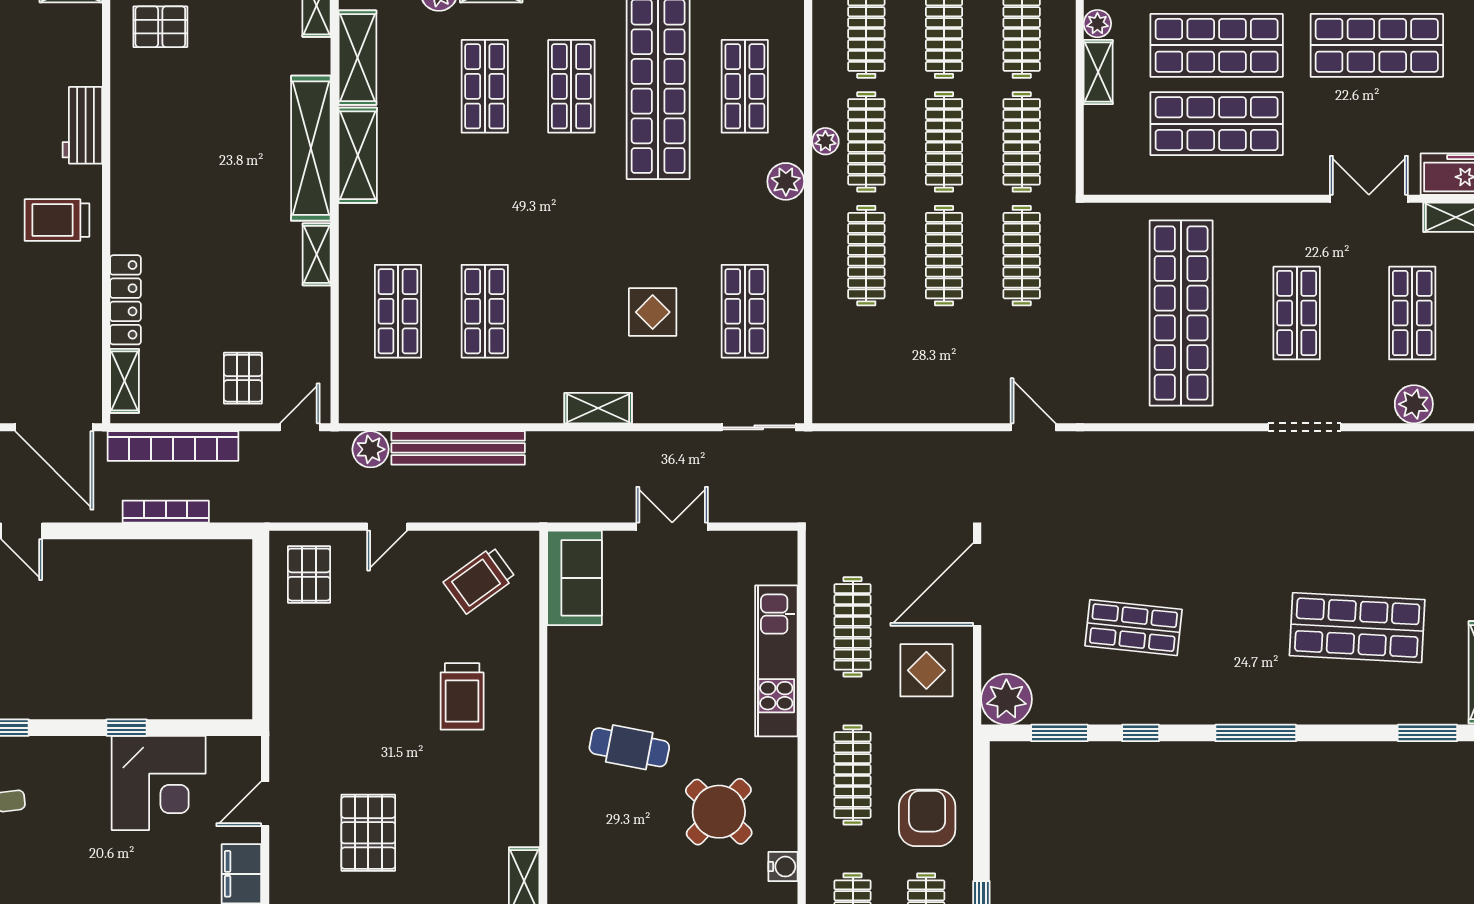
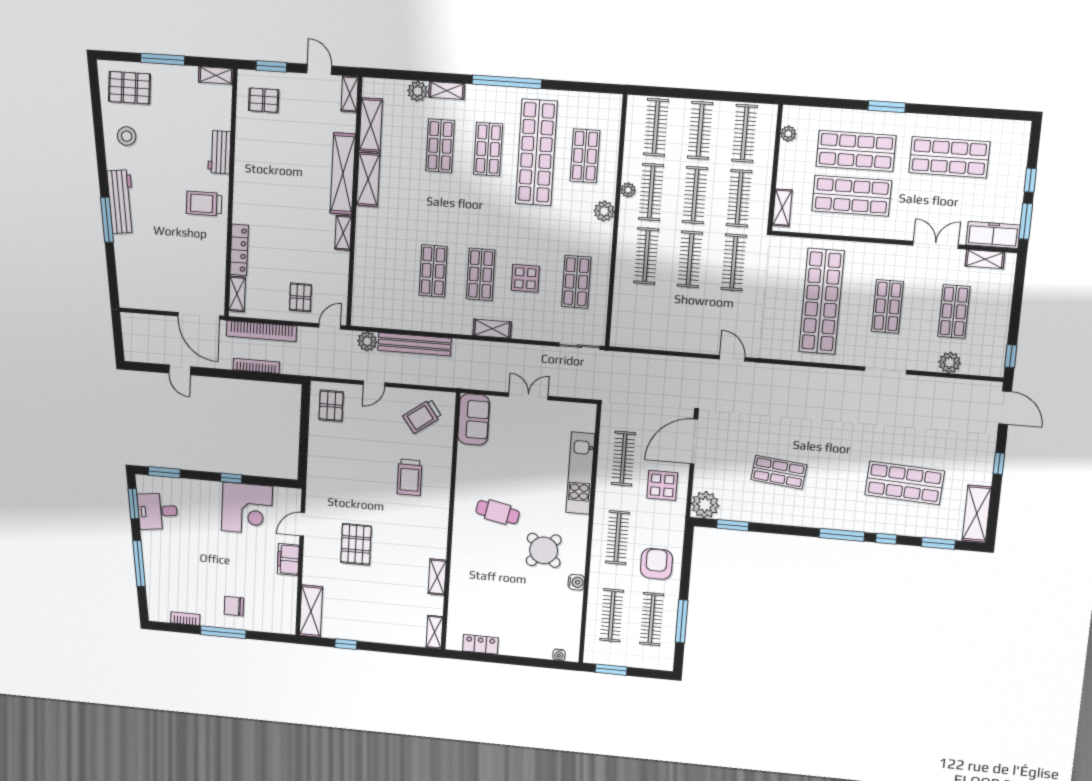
shelving: (1098, 72) -> (782, 208), moved
shop shelf: (398, 311) -> (481, 274), moved
window: (1141, 733) -> (886, 539), moved

